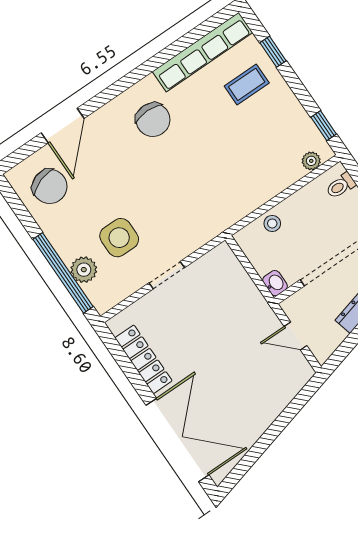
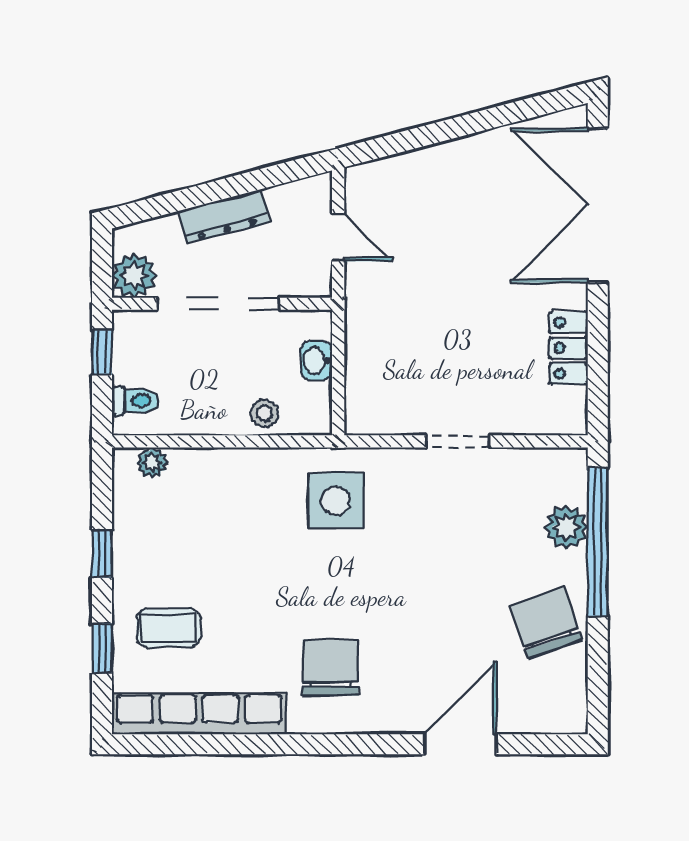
window: (324, 126) -> (102, 554), moved
chair: (50, 186) -> (546, 623), moved
side table: (119, 238) -> (335, 501), moved
washbasin: (275, 283) -> (317, 360), moved
locker: (143, 359) -> (569, 348), width x0.66

